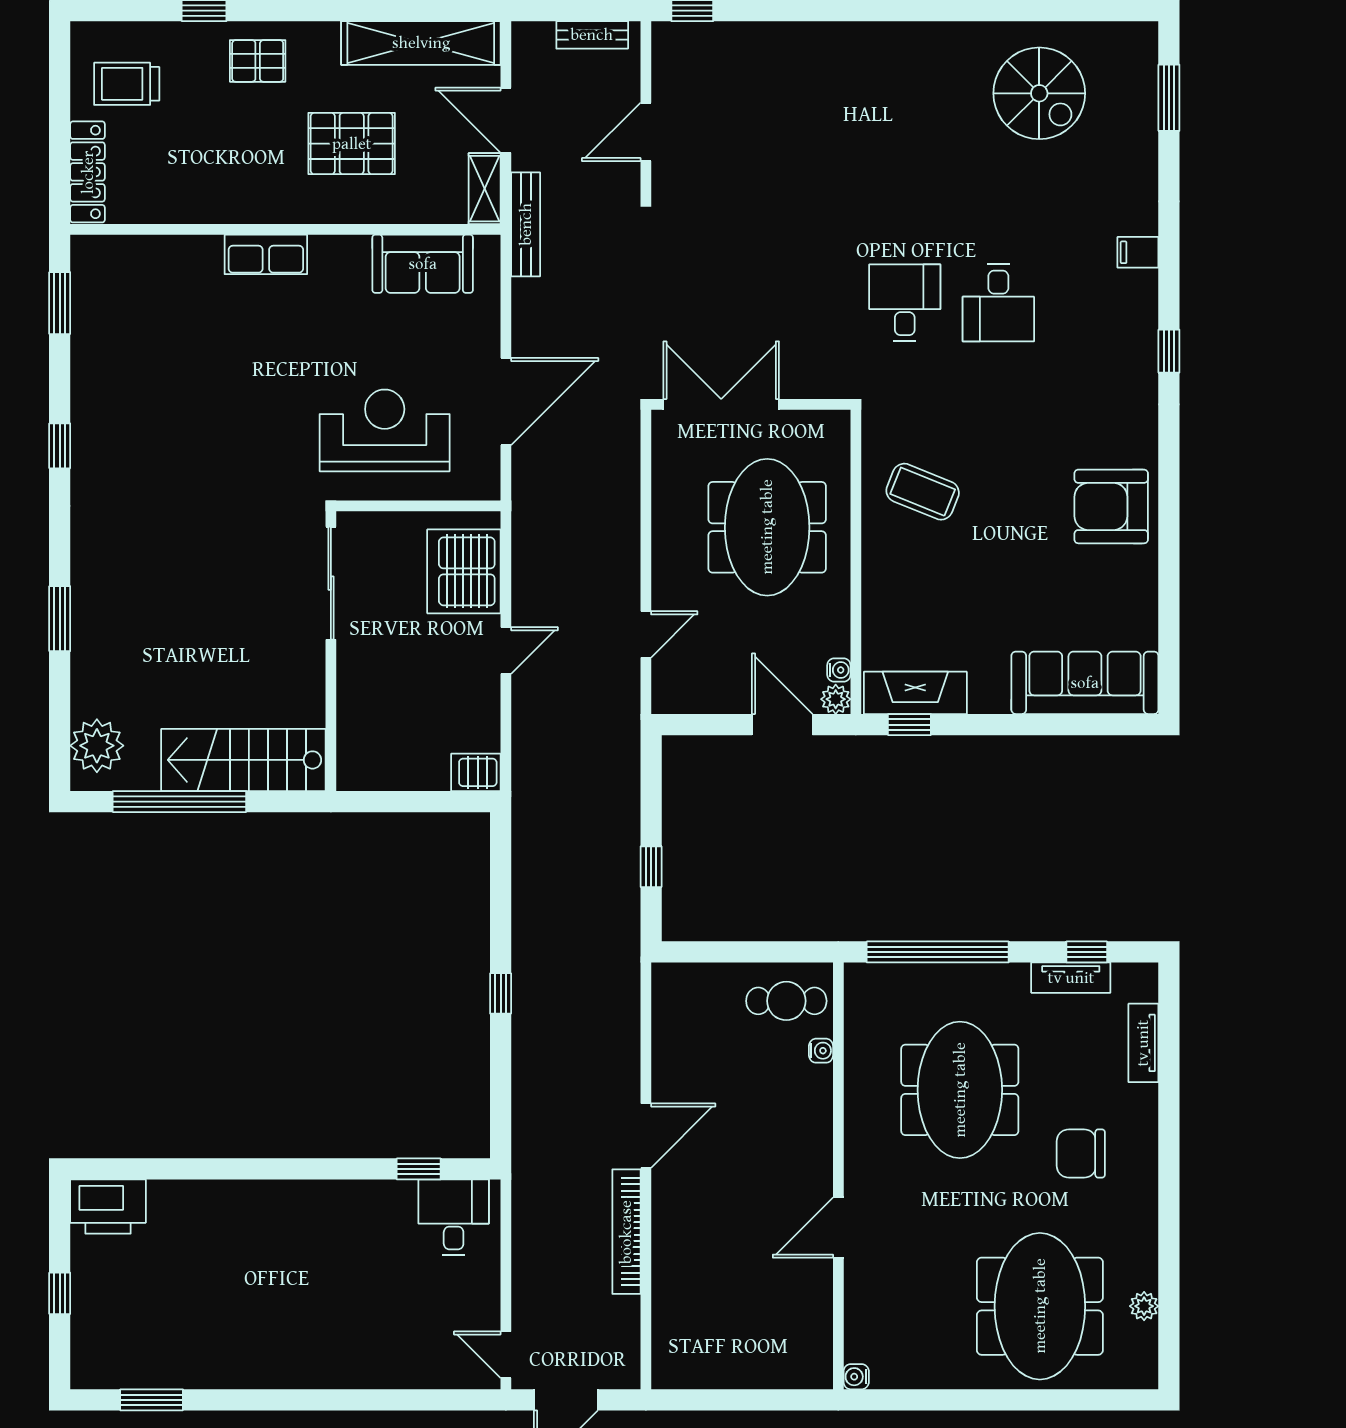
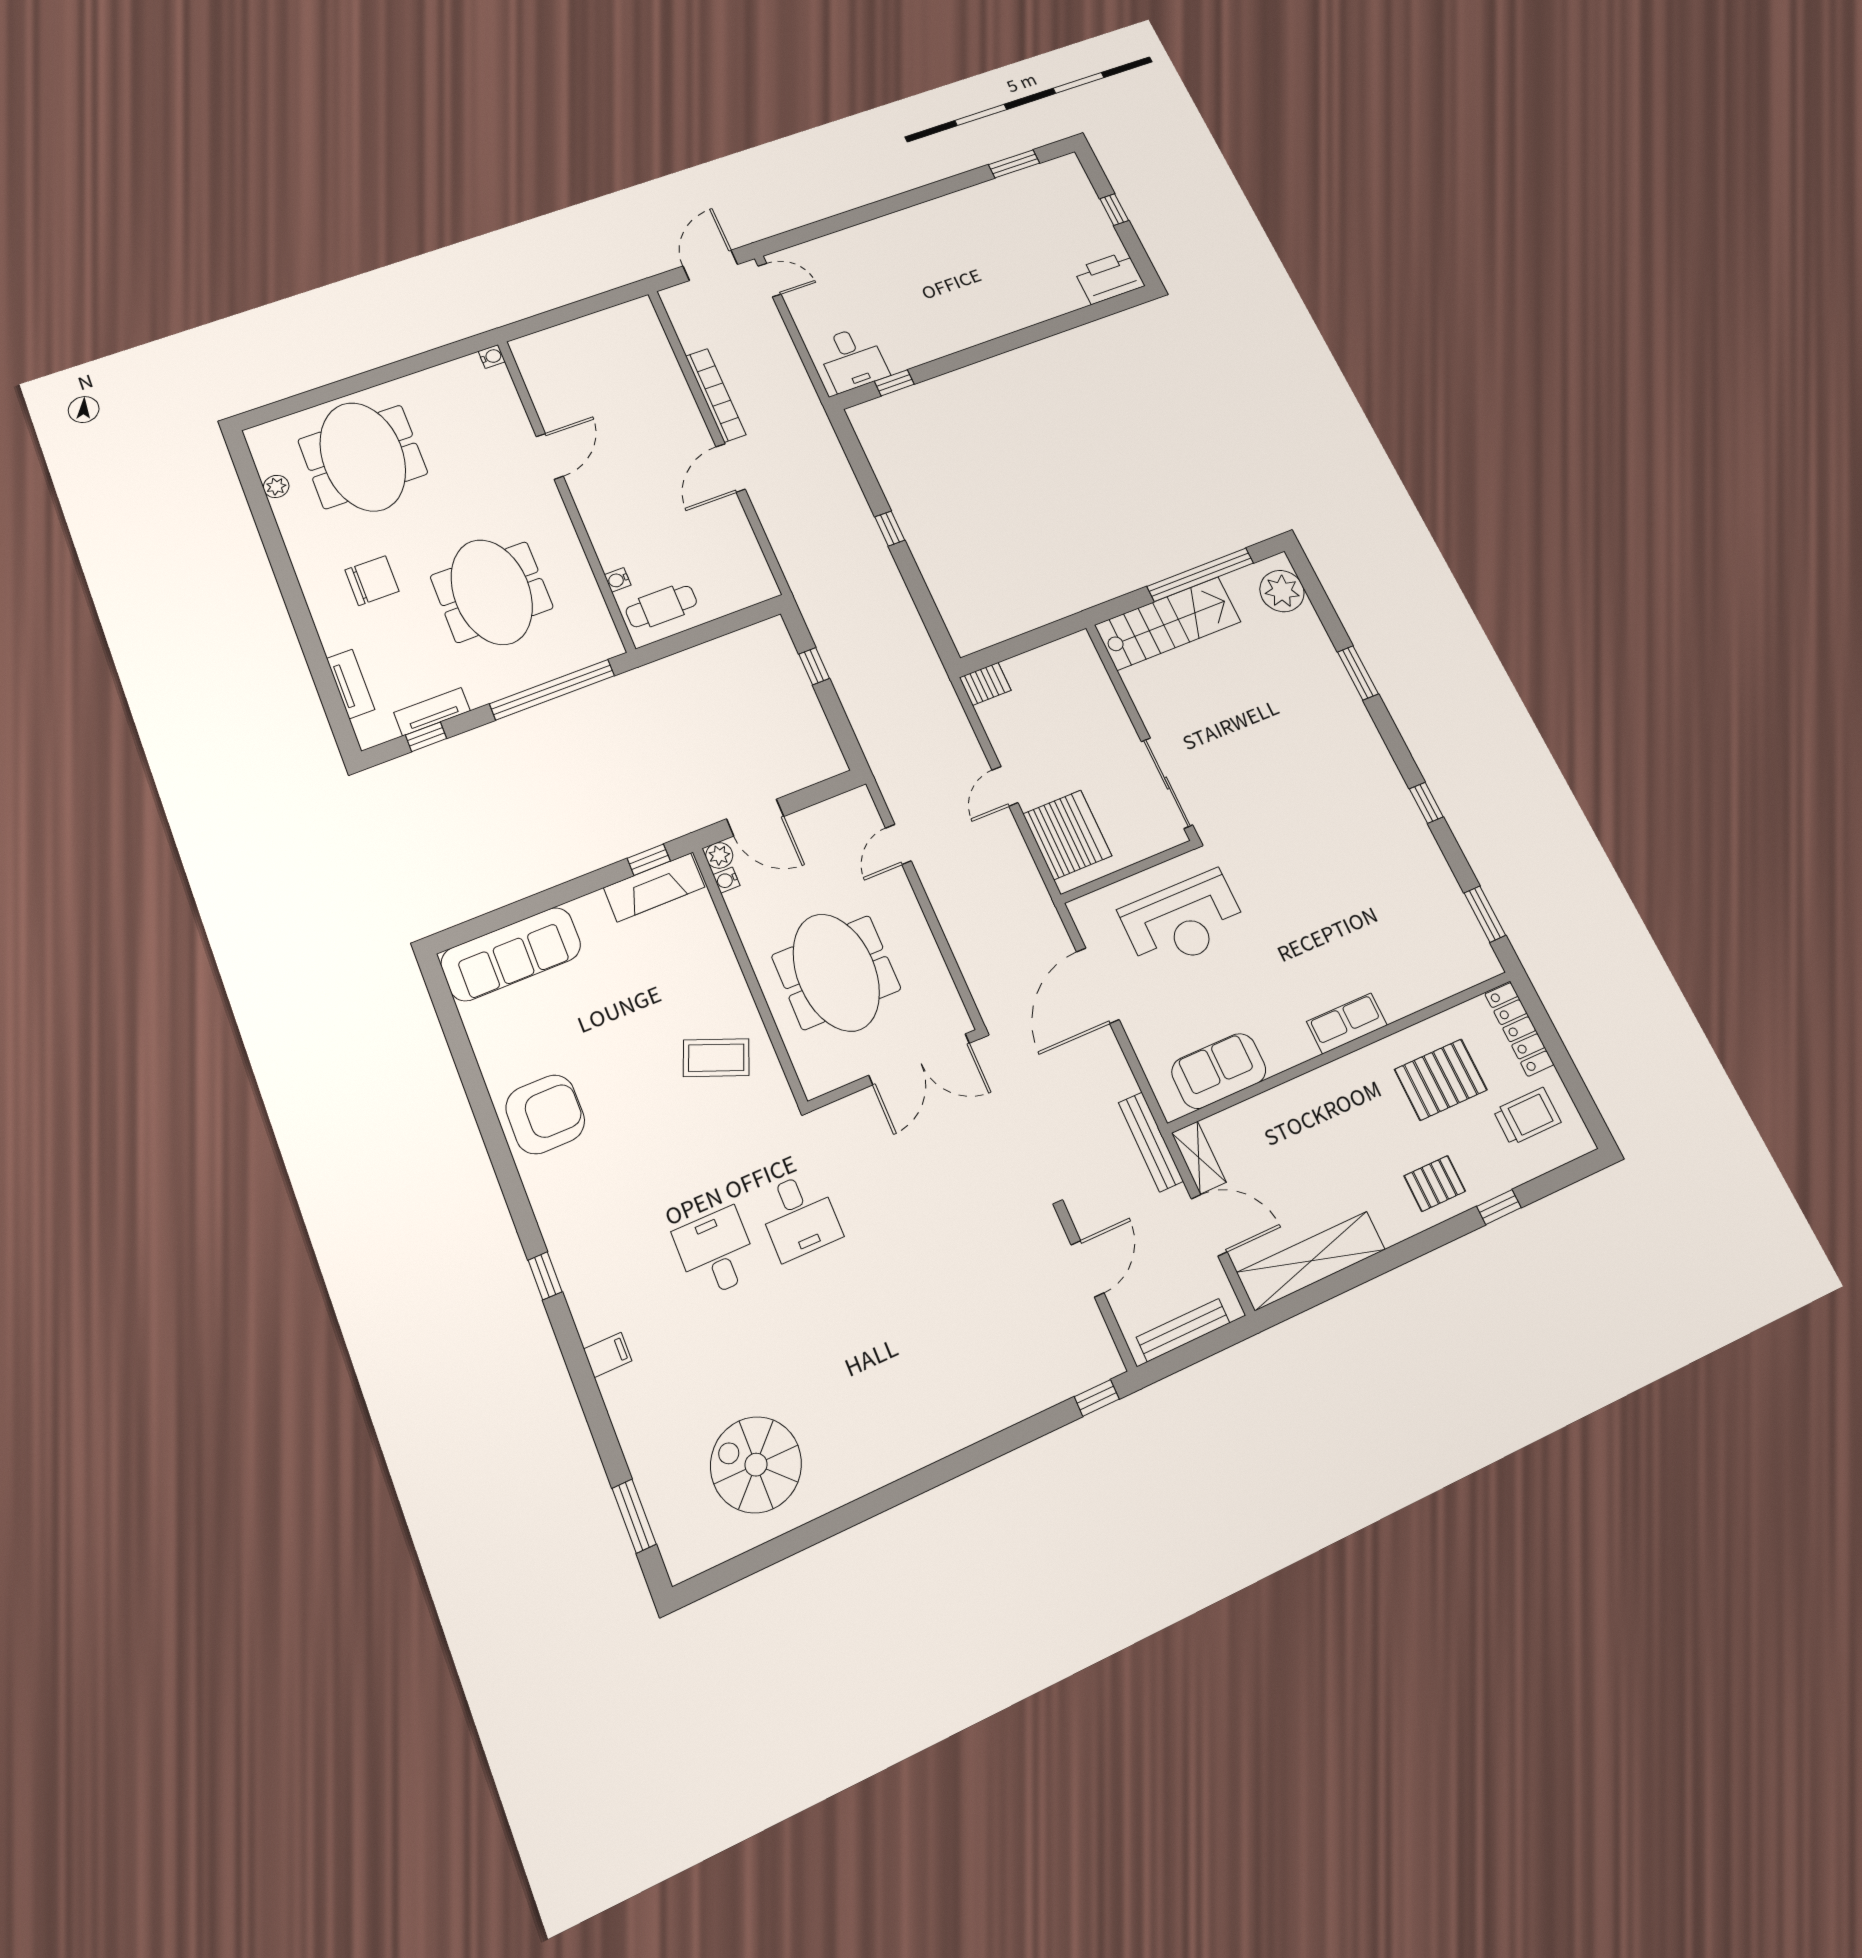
bench: (592, 35) -> (1183, 1330), width x1.36
pallet: (352, 144) -> (1441, 1080), moved

